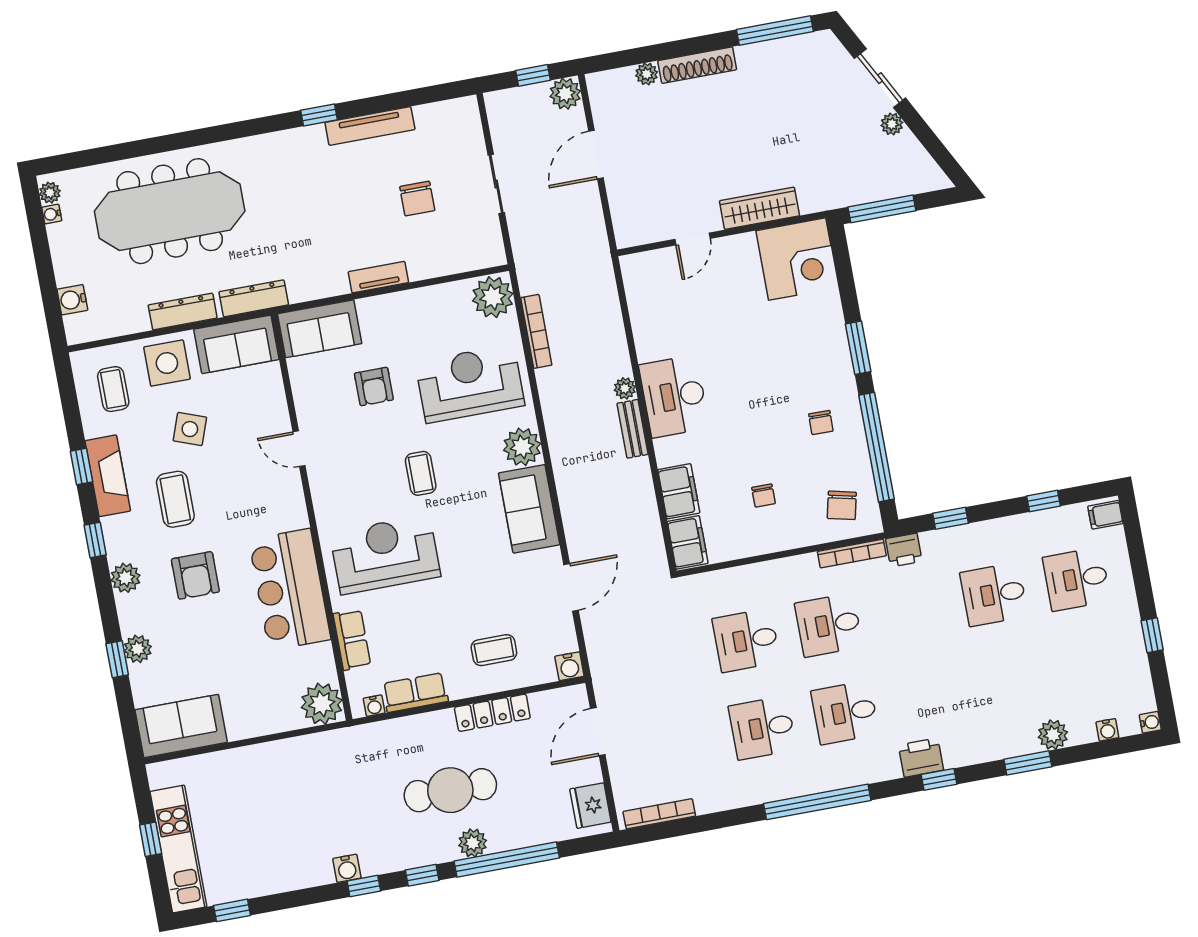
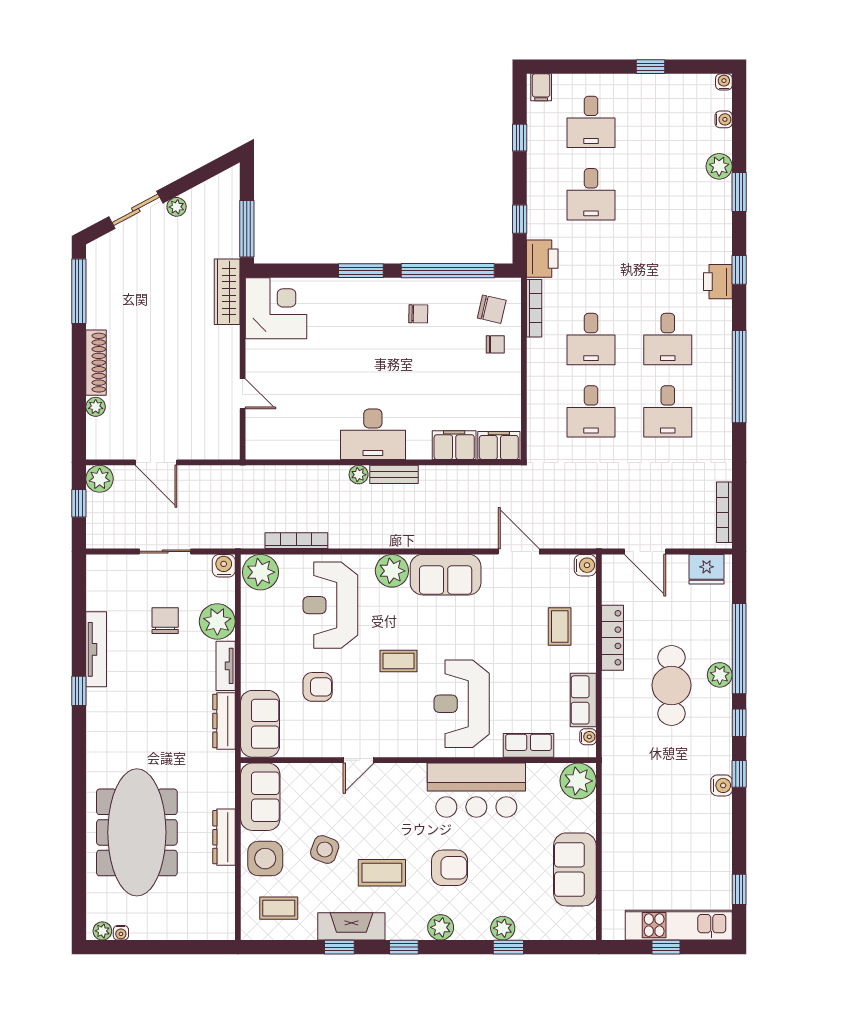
chair: (417, 199) -> (165, 621), turned -90
wardrobe: (759, 208) -> (227, 292), moved
plant: (427, 258) -> (217, 621), added
dresser: (254, 298) -> (224, 721), moved
water cooler: (72, 300) -> (224, 566), moved, turned 180
chair: (763, 496) -> (495, 344), moved
printer: (904, 550) -> (542, 259), width x1.36, depth x1.24
sofa: (181, 726) -> (575, 869), moved

